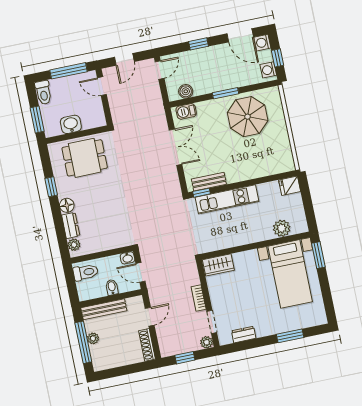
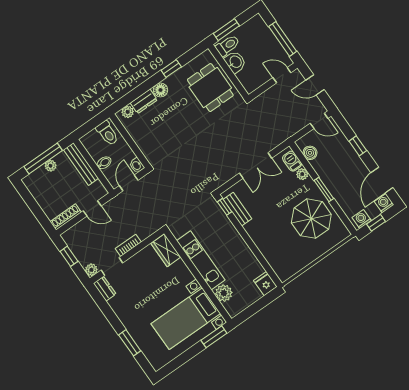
door: (102, 86) -> (282, 75), hinge flipped
toilet: (43, 92) -> (228, 46), moved, turned 180
plant: (202, 107) -> (302, 174), added
kitchen unit: (227, 199) -> (201, 260), moved, turned 180
dresser: (244, 335) -> (105, 289), moved

